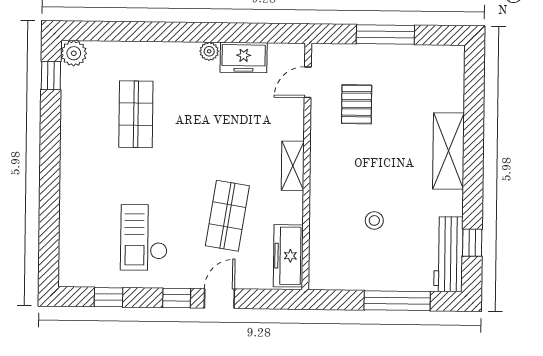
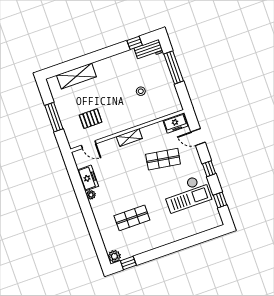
shelving: (448, 151) -> (76, 76), moved
checkout: (144, 237) -> (187, 194), width x1.36, depth x1.21
workbench: (448, 254) -> (149, 50), width x0.73
freezer: (288, 256) -> (175, 123), width x0.71
door: (219, 298) -> (198, 137), moved

